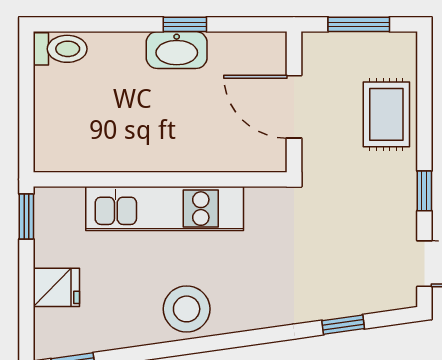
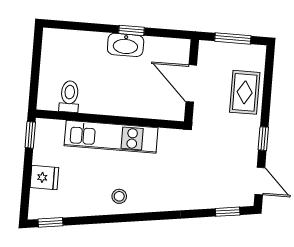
toilet: (60, 49) -> (69, 96), moved, turned -90
stool: (187, 309) -> (119, 196), width x0.53, depth x0.53
window: (343, 325) -> (228, 212), moved

